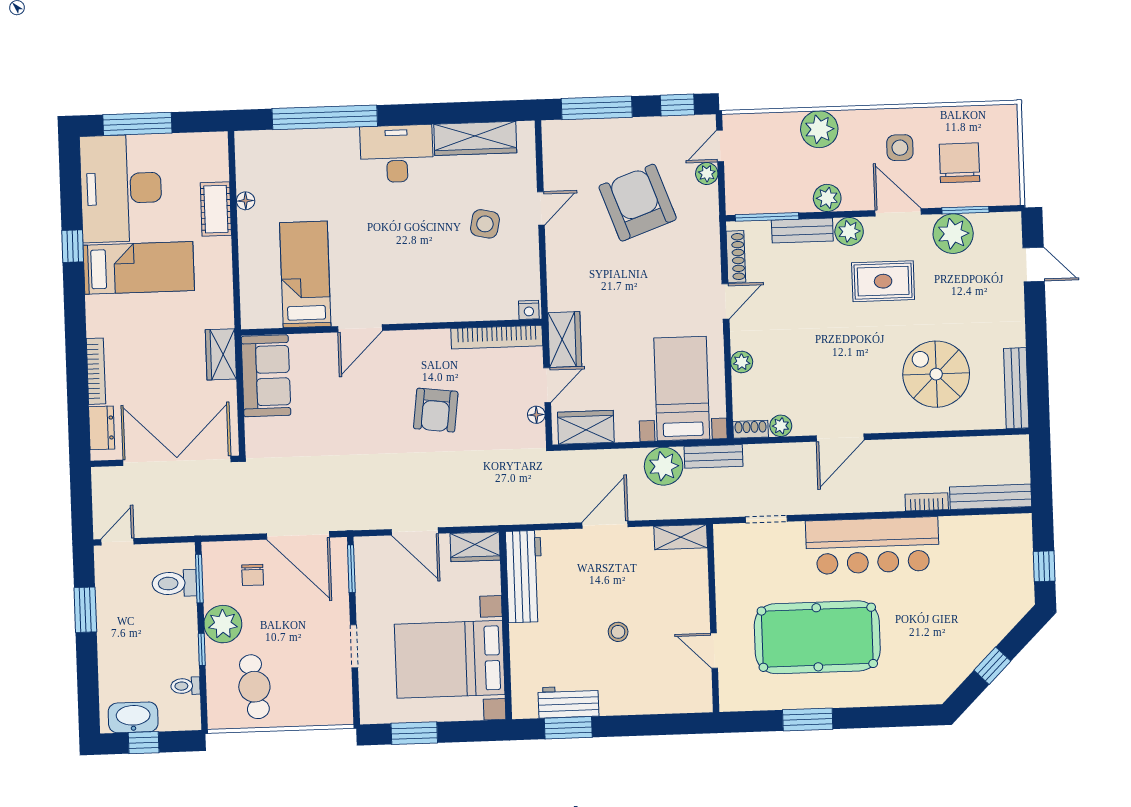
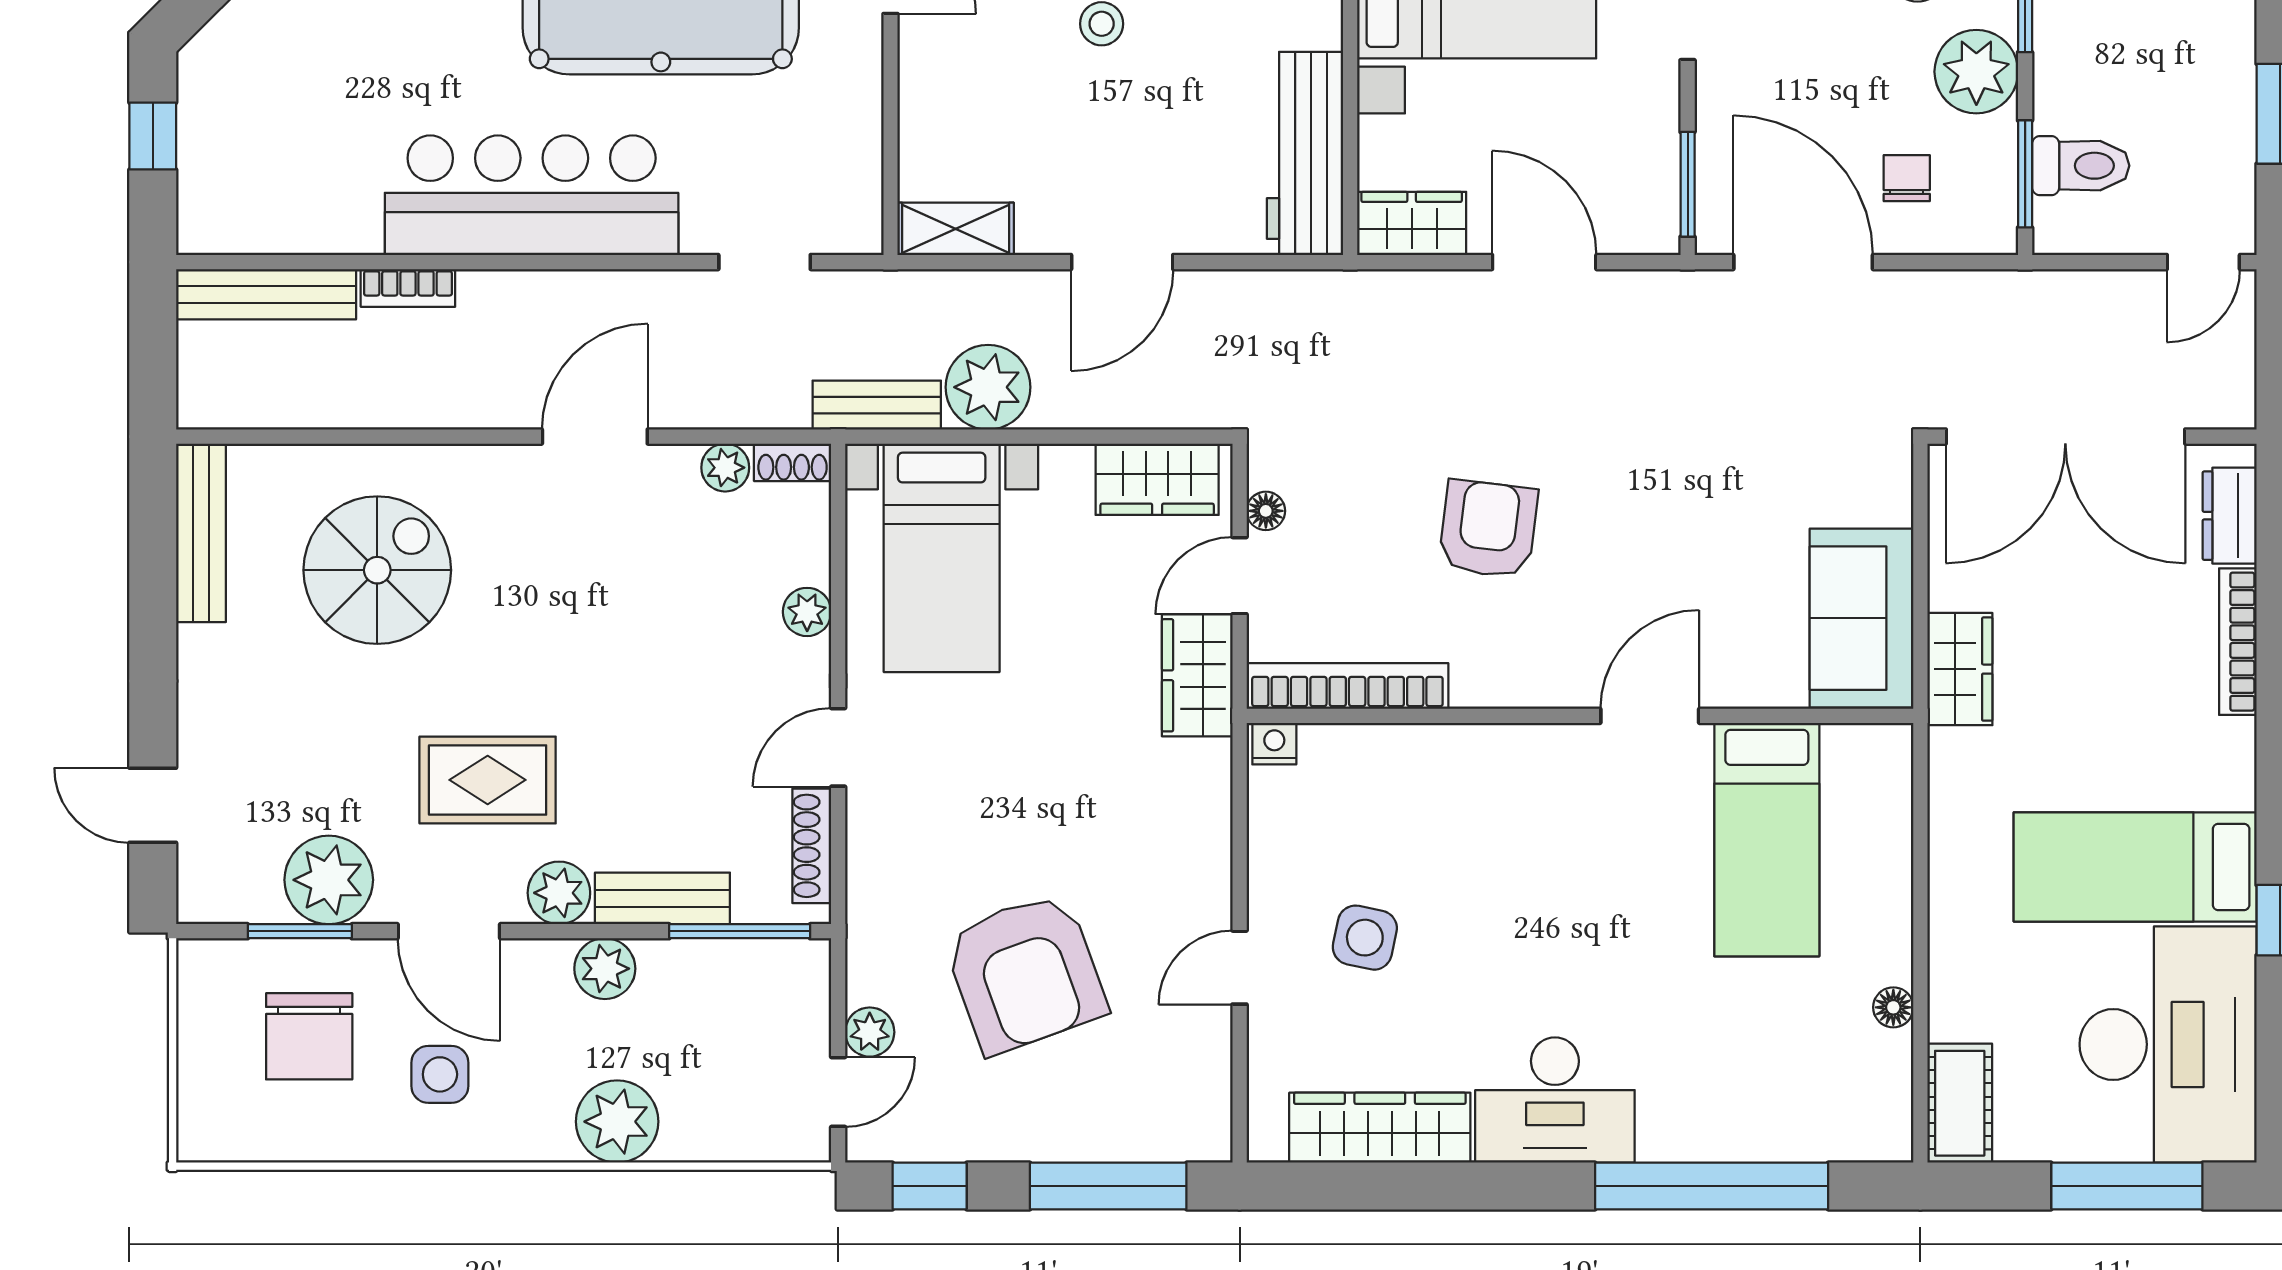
cot: (216, 209) -> (1960, 1103), moved
spiral stairs: (936, 374) -> (377, 570), turned -90

